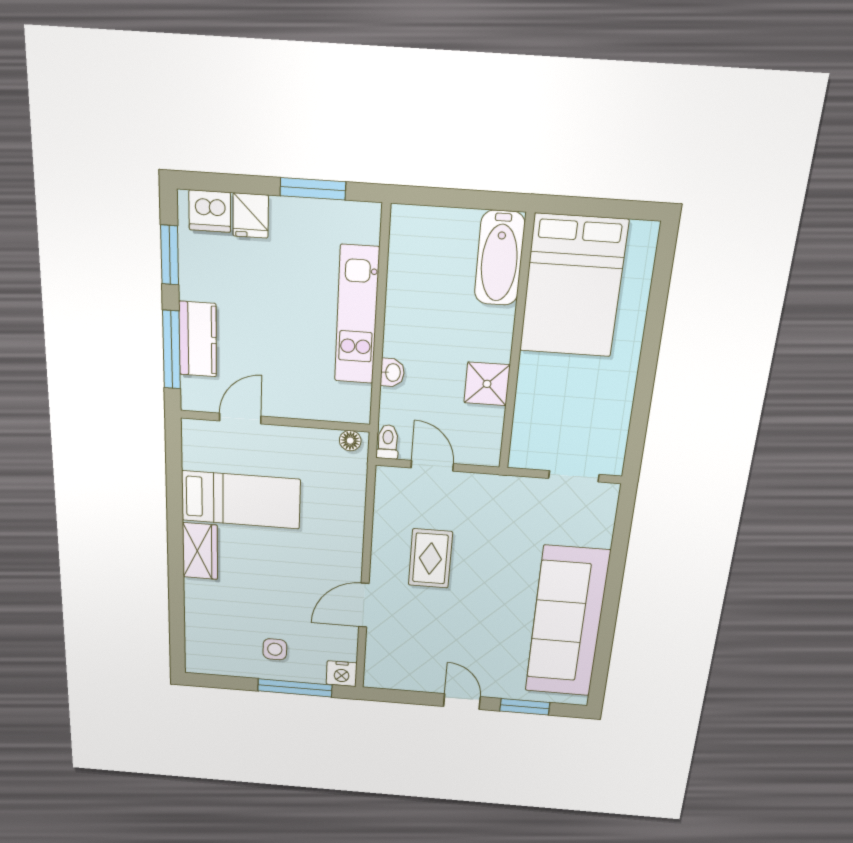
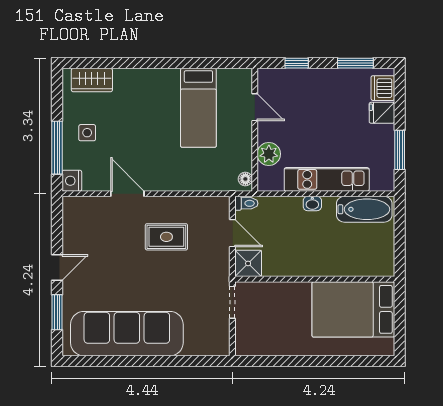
bathtub: (500, 258) -> (364, 209), moved, turned 180
kitchen counter: (198, 339) -> (305, 80), removed
window: (172, 350) -> (297, 63), width x0.46
washbasin: (392, 373) -> (312, 204), moved
shower: (487, 384) -> (248, 263), moved
plant: (313, 403) -> (269, 154), added
door: (432, 466) -> (232, 233), hinge flipped
doorway: (574, 476) -> (232, 302), moved
wardrobe: (200, 551) -> (92, 80), moved

